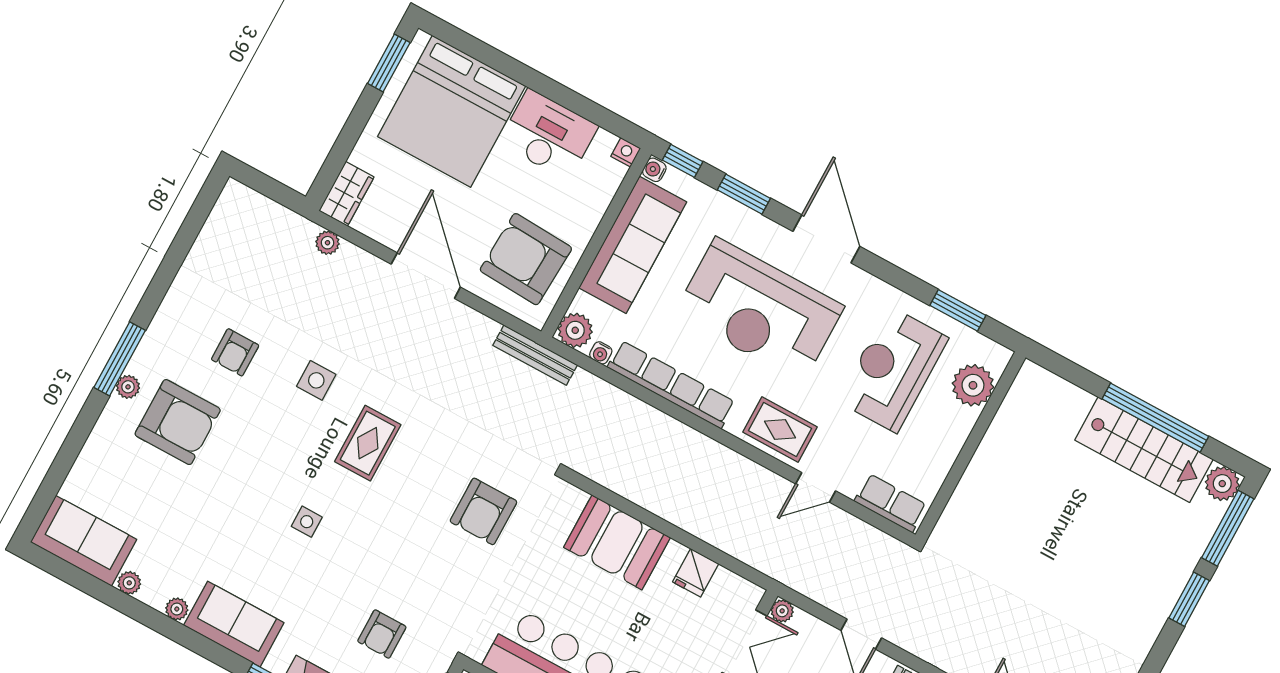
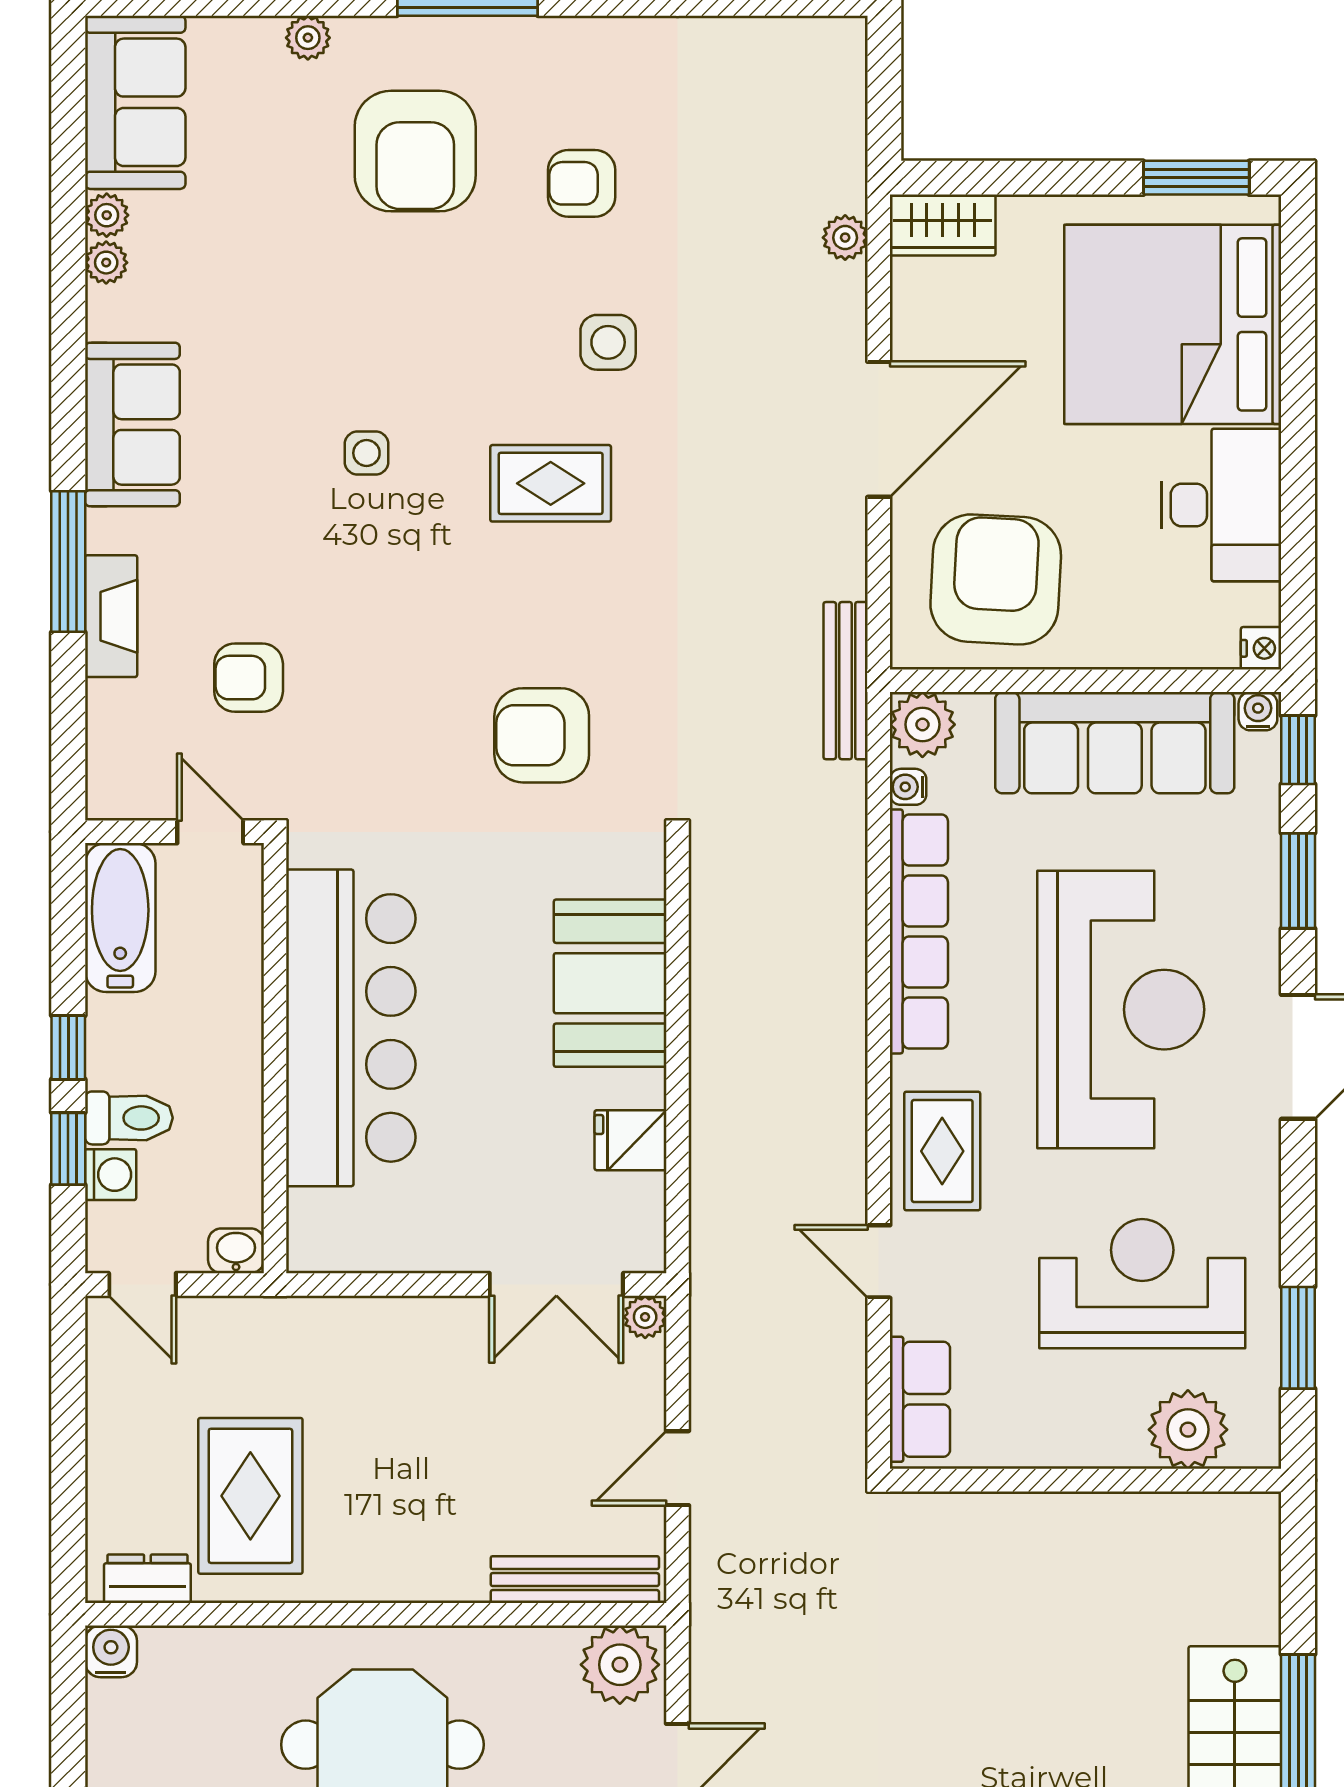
reception desk: (759, 310) -> (1121, 1010), turned 180
plant: (128, 387) -> (308, 38), moved
plant: (177, 609) -> (106, 263), moved

